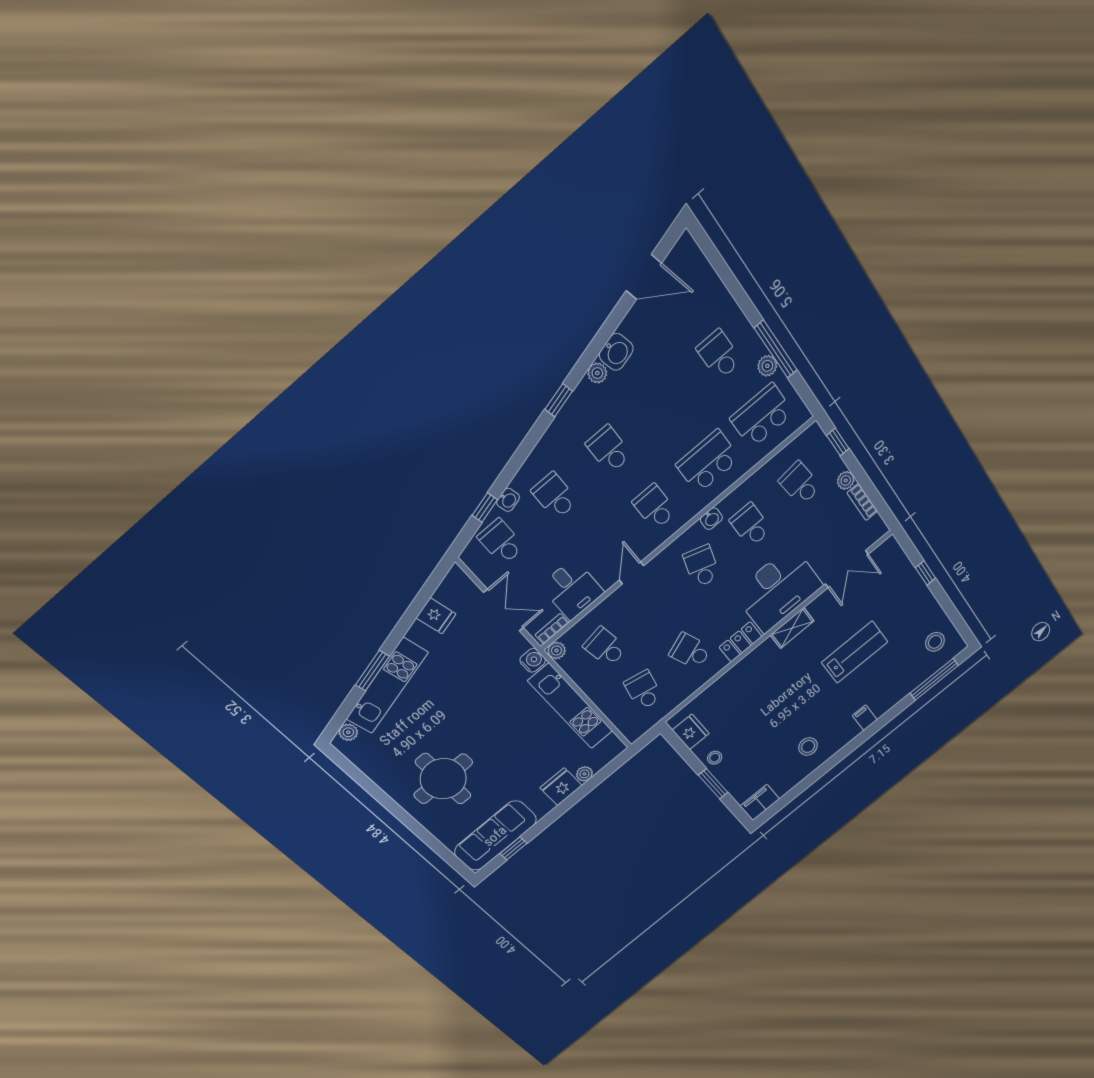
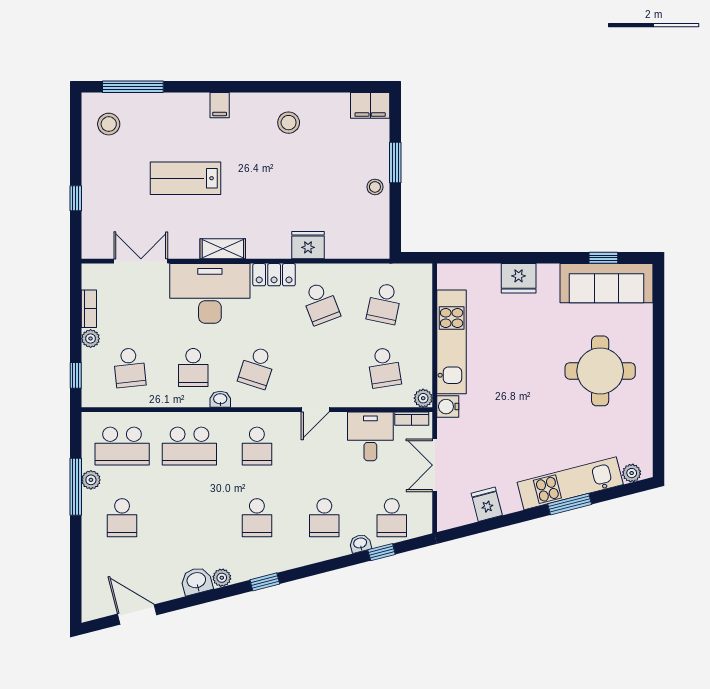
fridge: (691, 732) -> (308, 245), moved, turned 90
plant: (584, 774) -> (491, 272), removed

